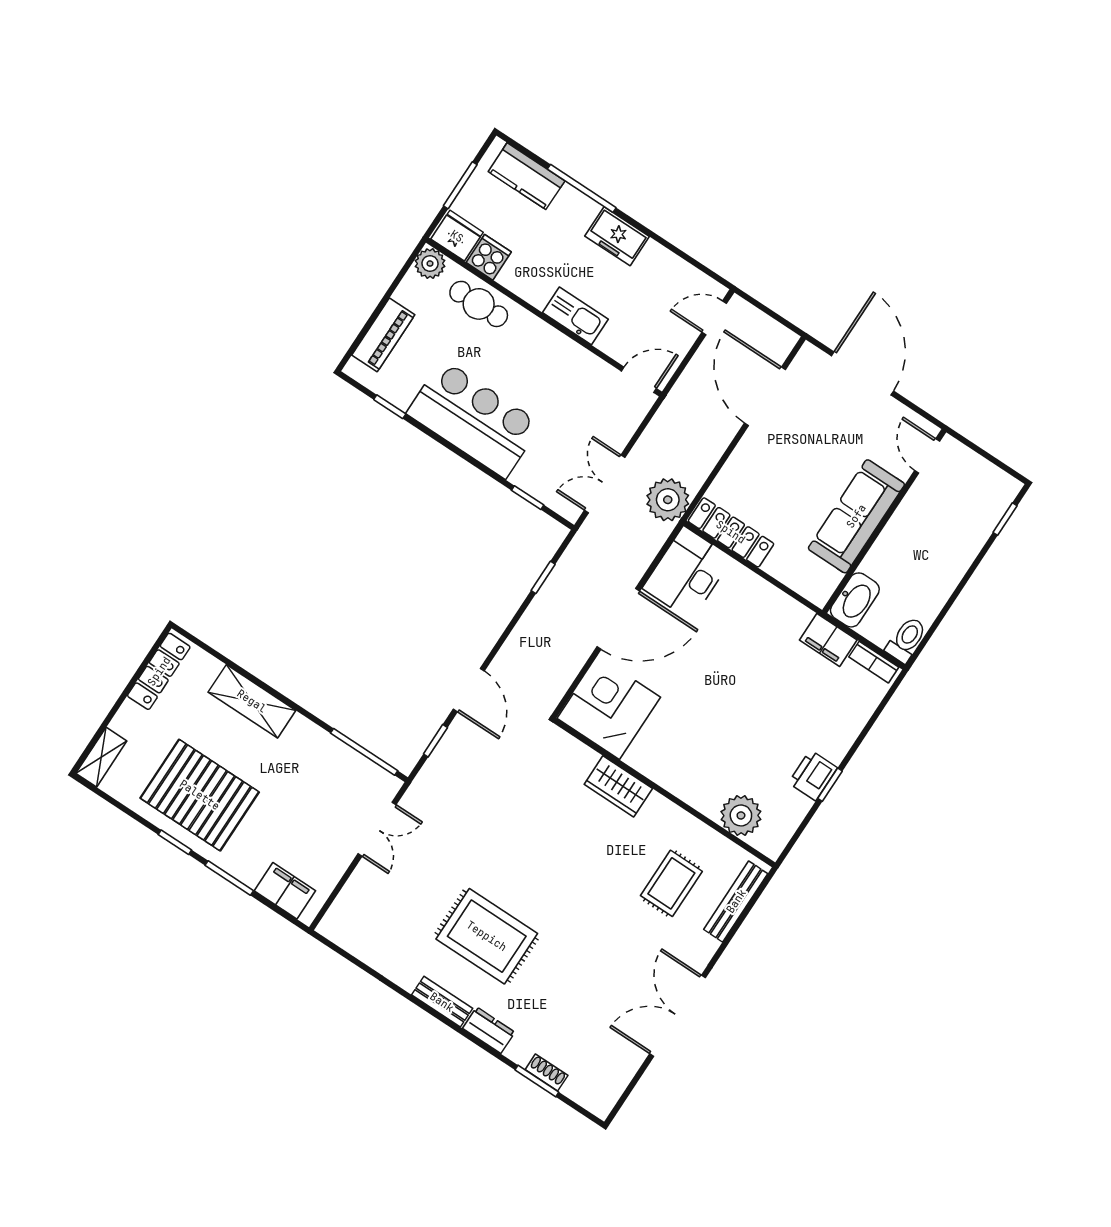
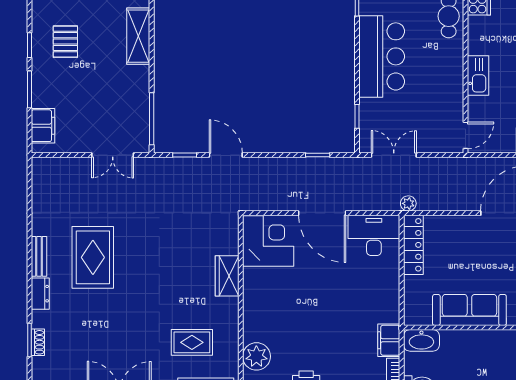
door: (639, 380) -> (466, 135), hinge flipped
plant: (668, 500) -> (408, 203), width x0.53, depth x0.53
door: (469, 690) -> (226, 155), swing flipped
pallet: (200, 795) -> (65, 42), width x0.49, depth x0.50

